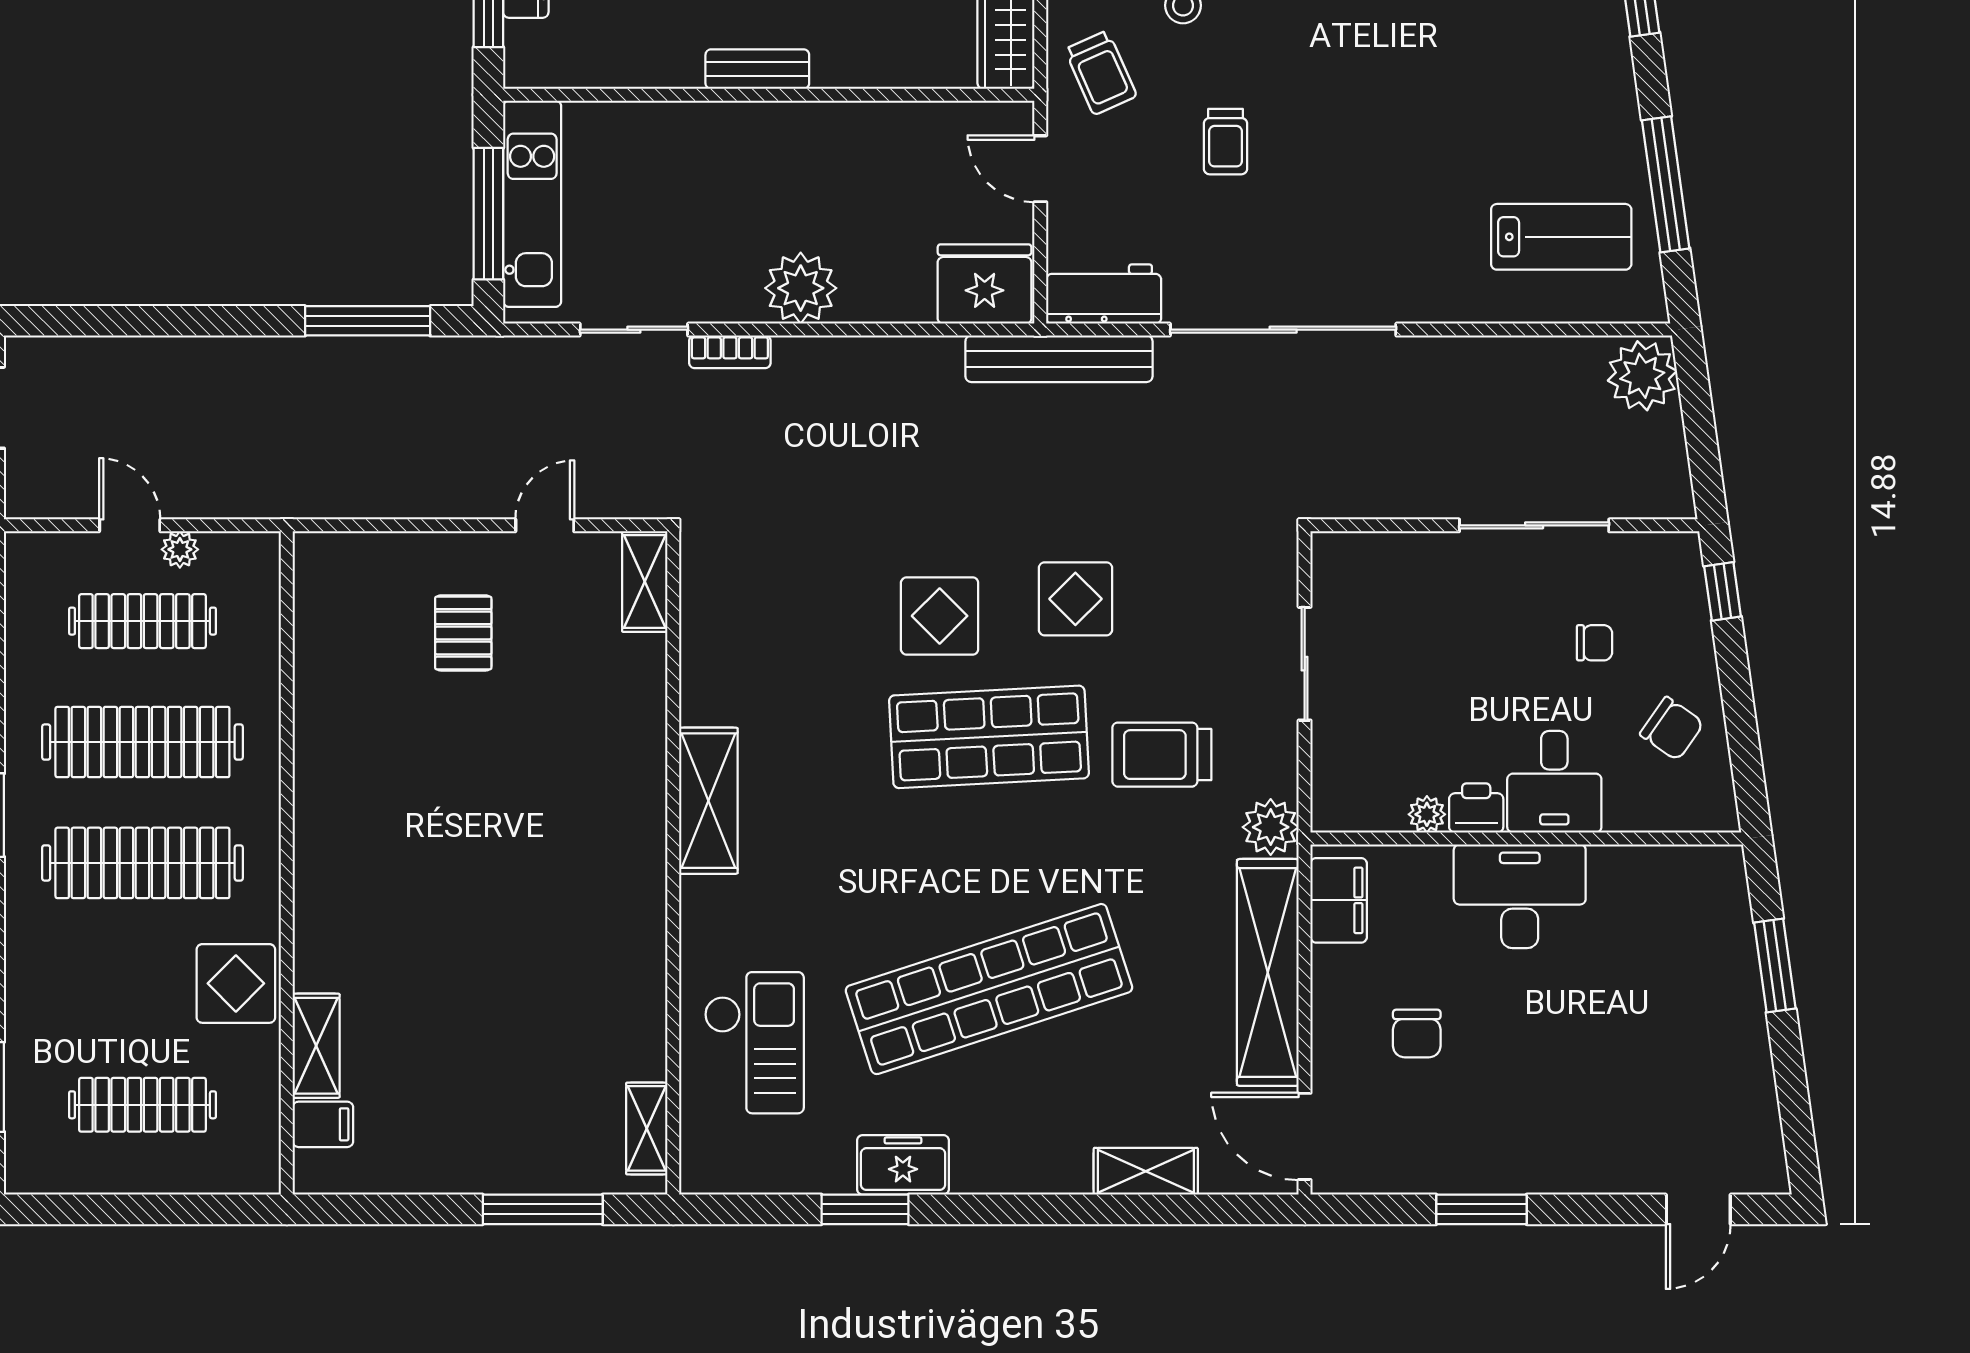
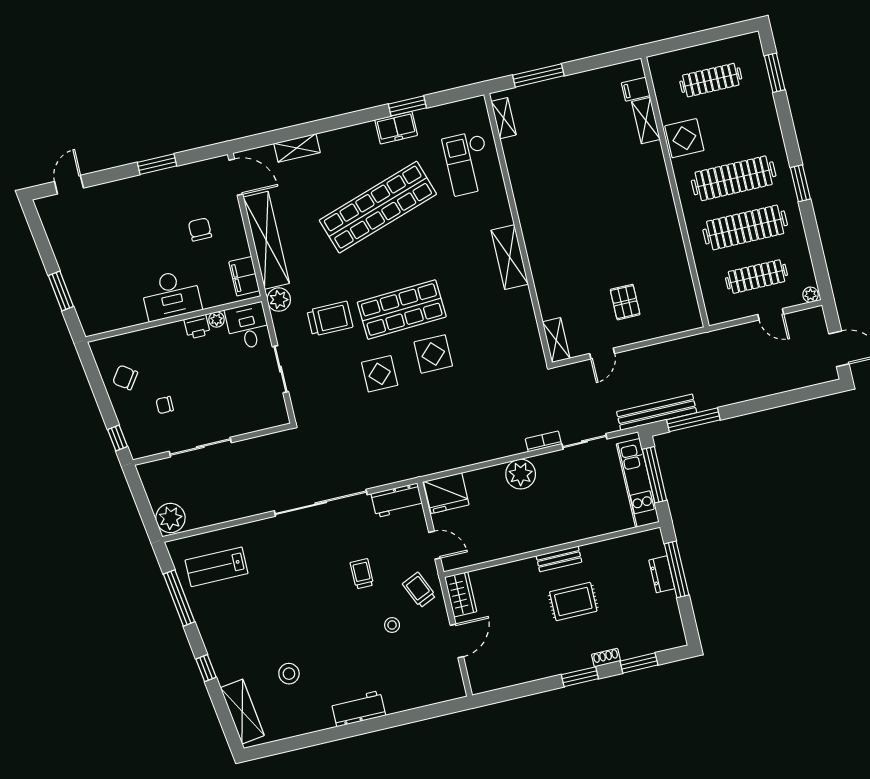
bench: (1059, 359) -> (657, 412), moved
plant: (180, 549) -> (811, 295), moved
desk: (1554, 782) -> (248, 326), moved

